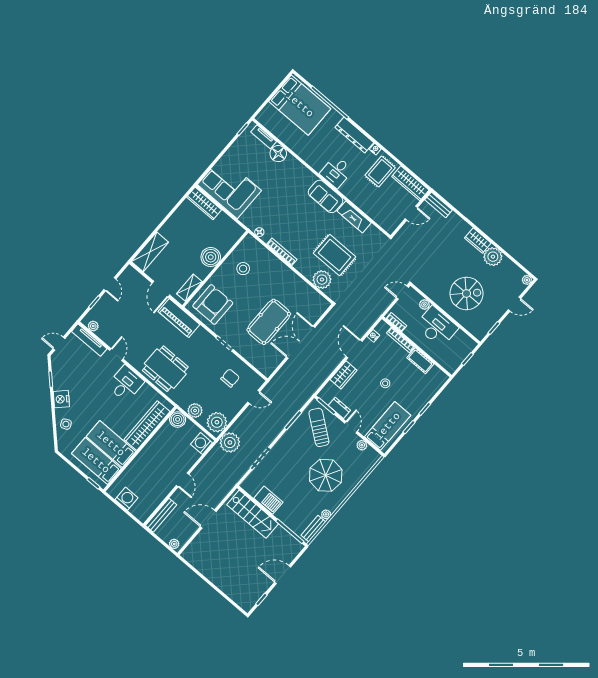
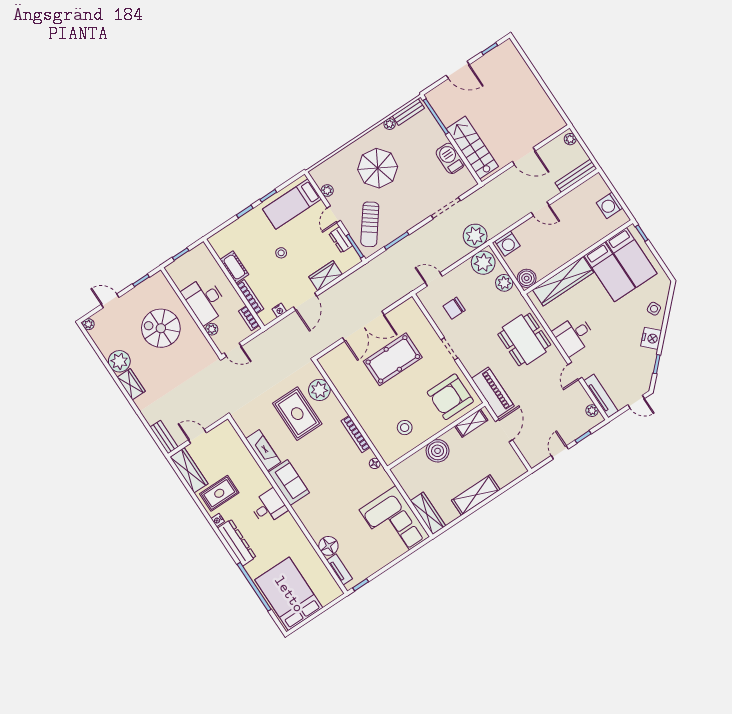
shelving: (150, 252) -> (476, 495), moved
door: (183, 480) -> (540, 209), swing flipped

